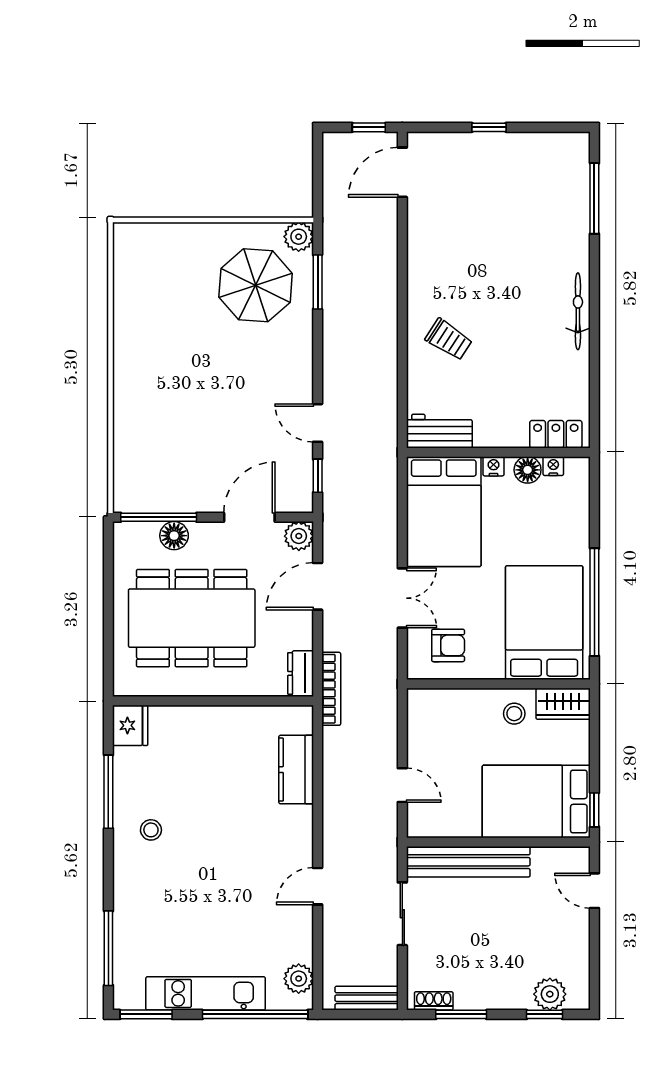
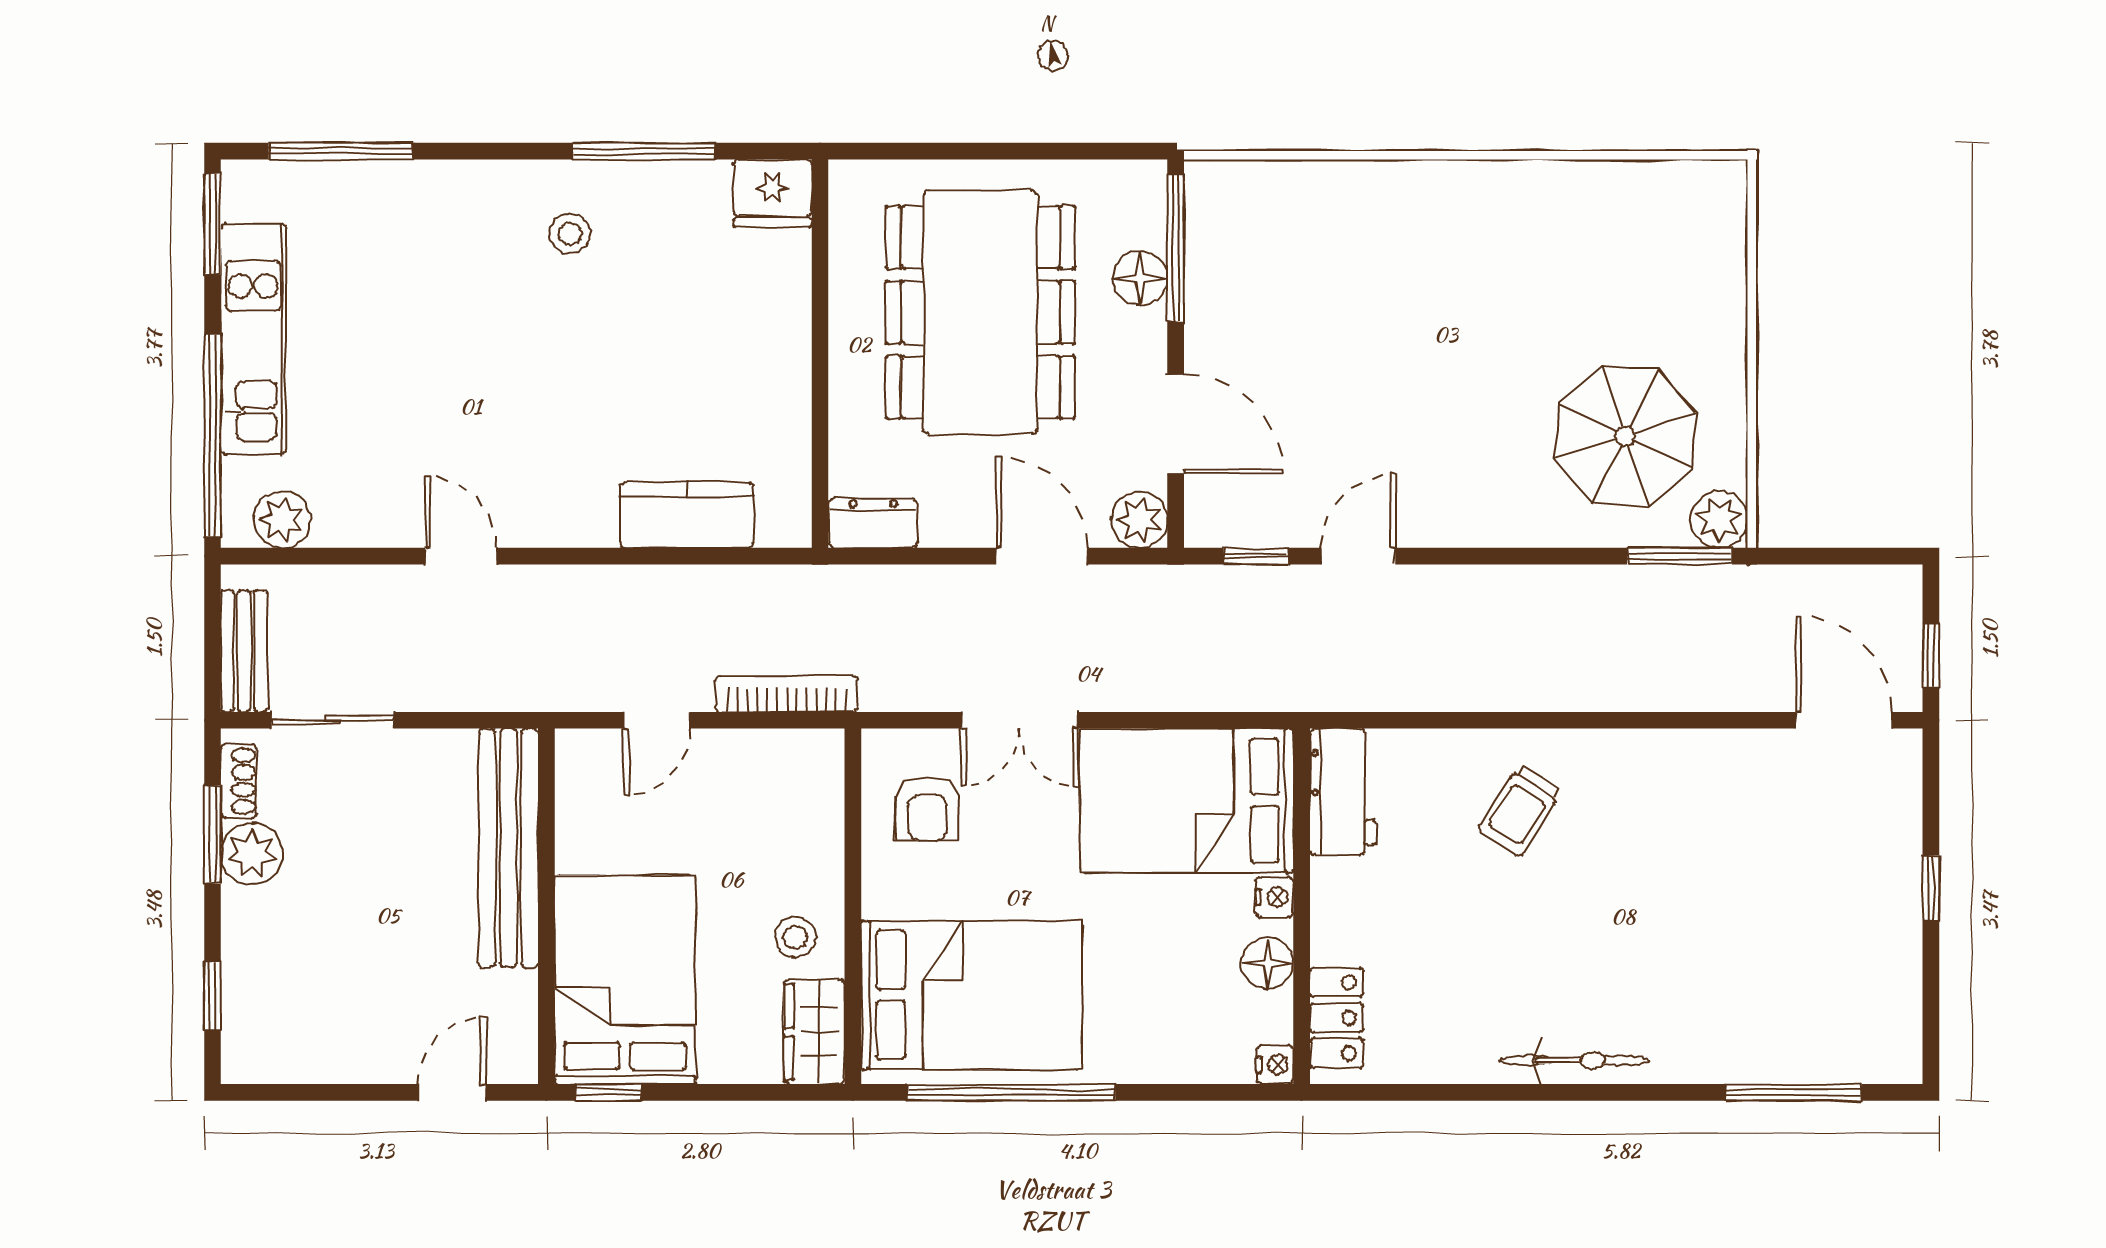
window: (318, 282) -> (1680, 556), moved
nightstand: (553, 466) -> (1275, 1065), moved
bookcase: (331, 689) -> (787, 694), moved, turned 180
sliding door: (402, 914) -> (333, 720), moved
plant: (550, 994) -> (252, 854), moved

